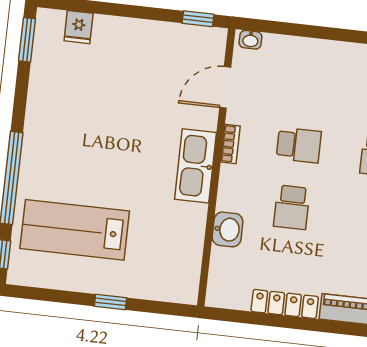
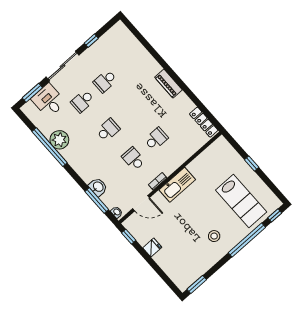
fridge: (79, 27) -> (152, 248), moved
window: (297, 30) -> (97, 201), added
stool: (67, 138) -> (214, 236), added
washbasin: (227, 229) -> (98, 187), moved, turned 90
locker: (285, 304) -> (204, 122), moved

